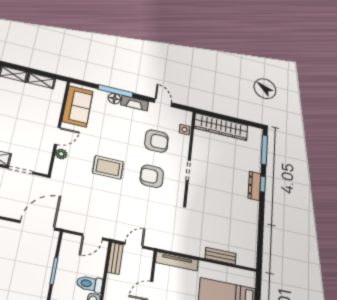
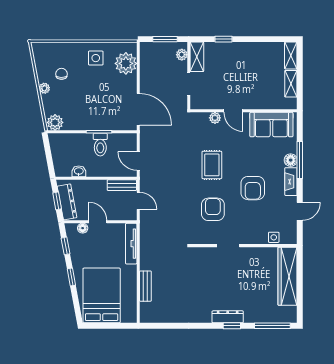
armchair: (156, 141) -> (253, 188), moved
toilet: (90, 284) -> (100, 145), moved, turned 180

